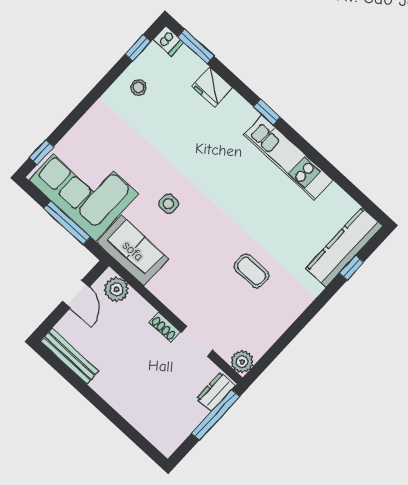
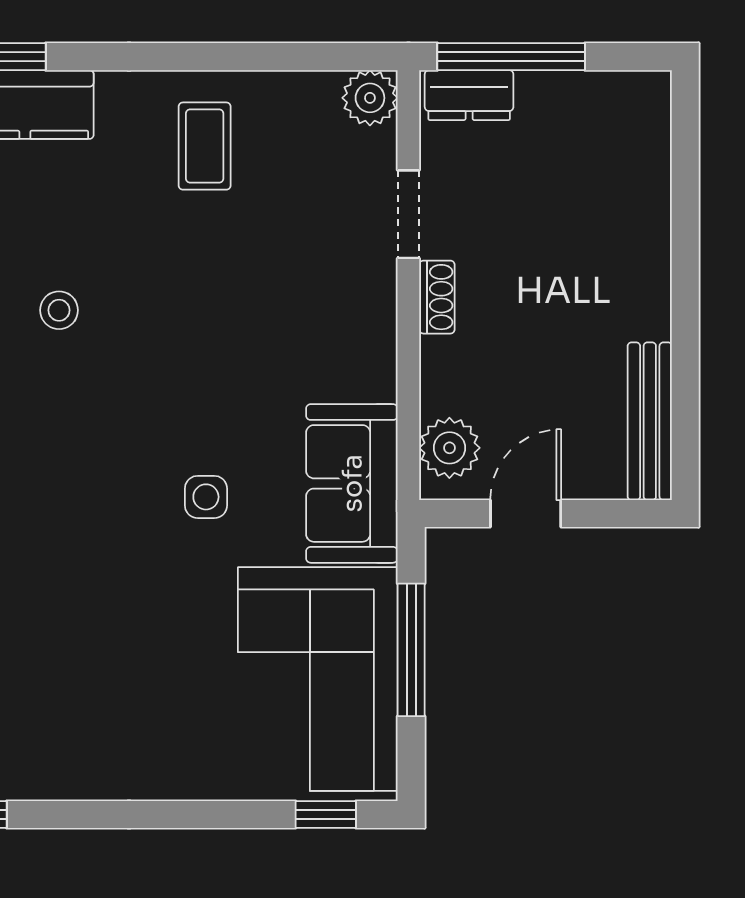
stool: (138, 87) -> (59, 310), moved
coffee table: (251, 271) -> (205, 146), moved

